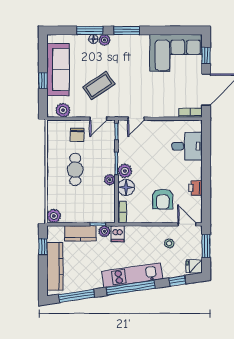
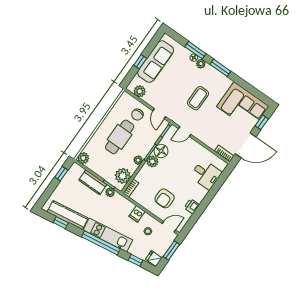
coffee table: (99, 86) -> (198, 98), moved, turned -56
door: (98, 119) -> (159, 114), hinge flipped
cafe table: (75, 169) -> (120, 137), width x1.37, depth x1.35
floor lamp: (126, 187) -> (161, 151), moved
plant: (106, 206) -> (123, 176), added
door: (187, 224) -> (169, 227), hinge flipped
dishwasher: (118, 234) -> (137, 214), moved
kitchen counter: (55, 266) -> (68, 215), moved, turned -98
window: (77, 296) -> (61, 223), width x0.46

